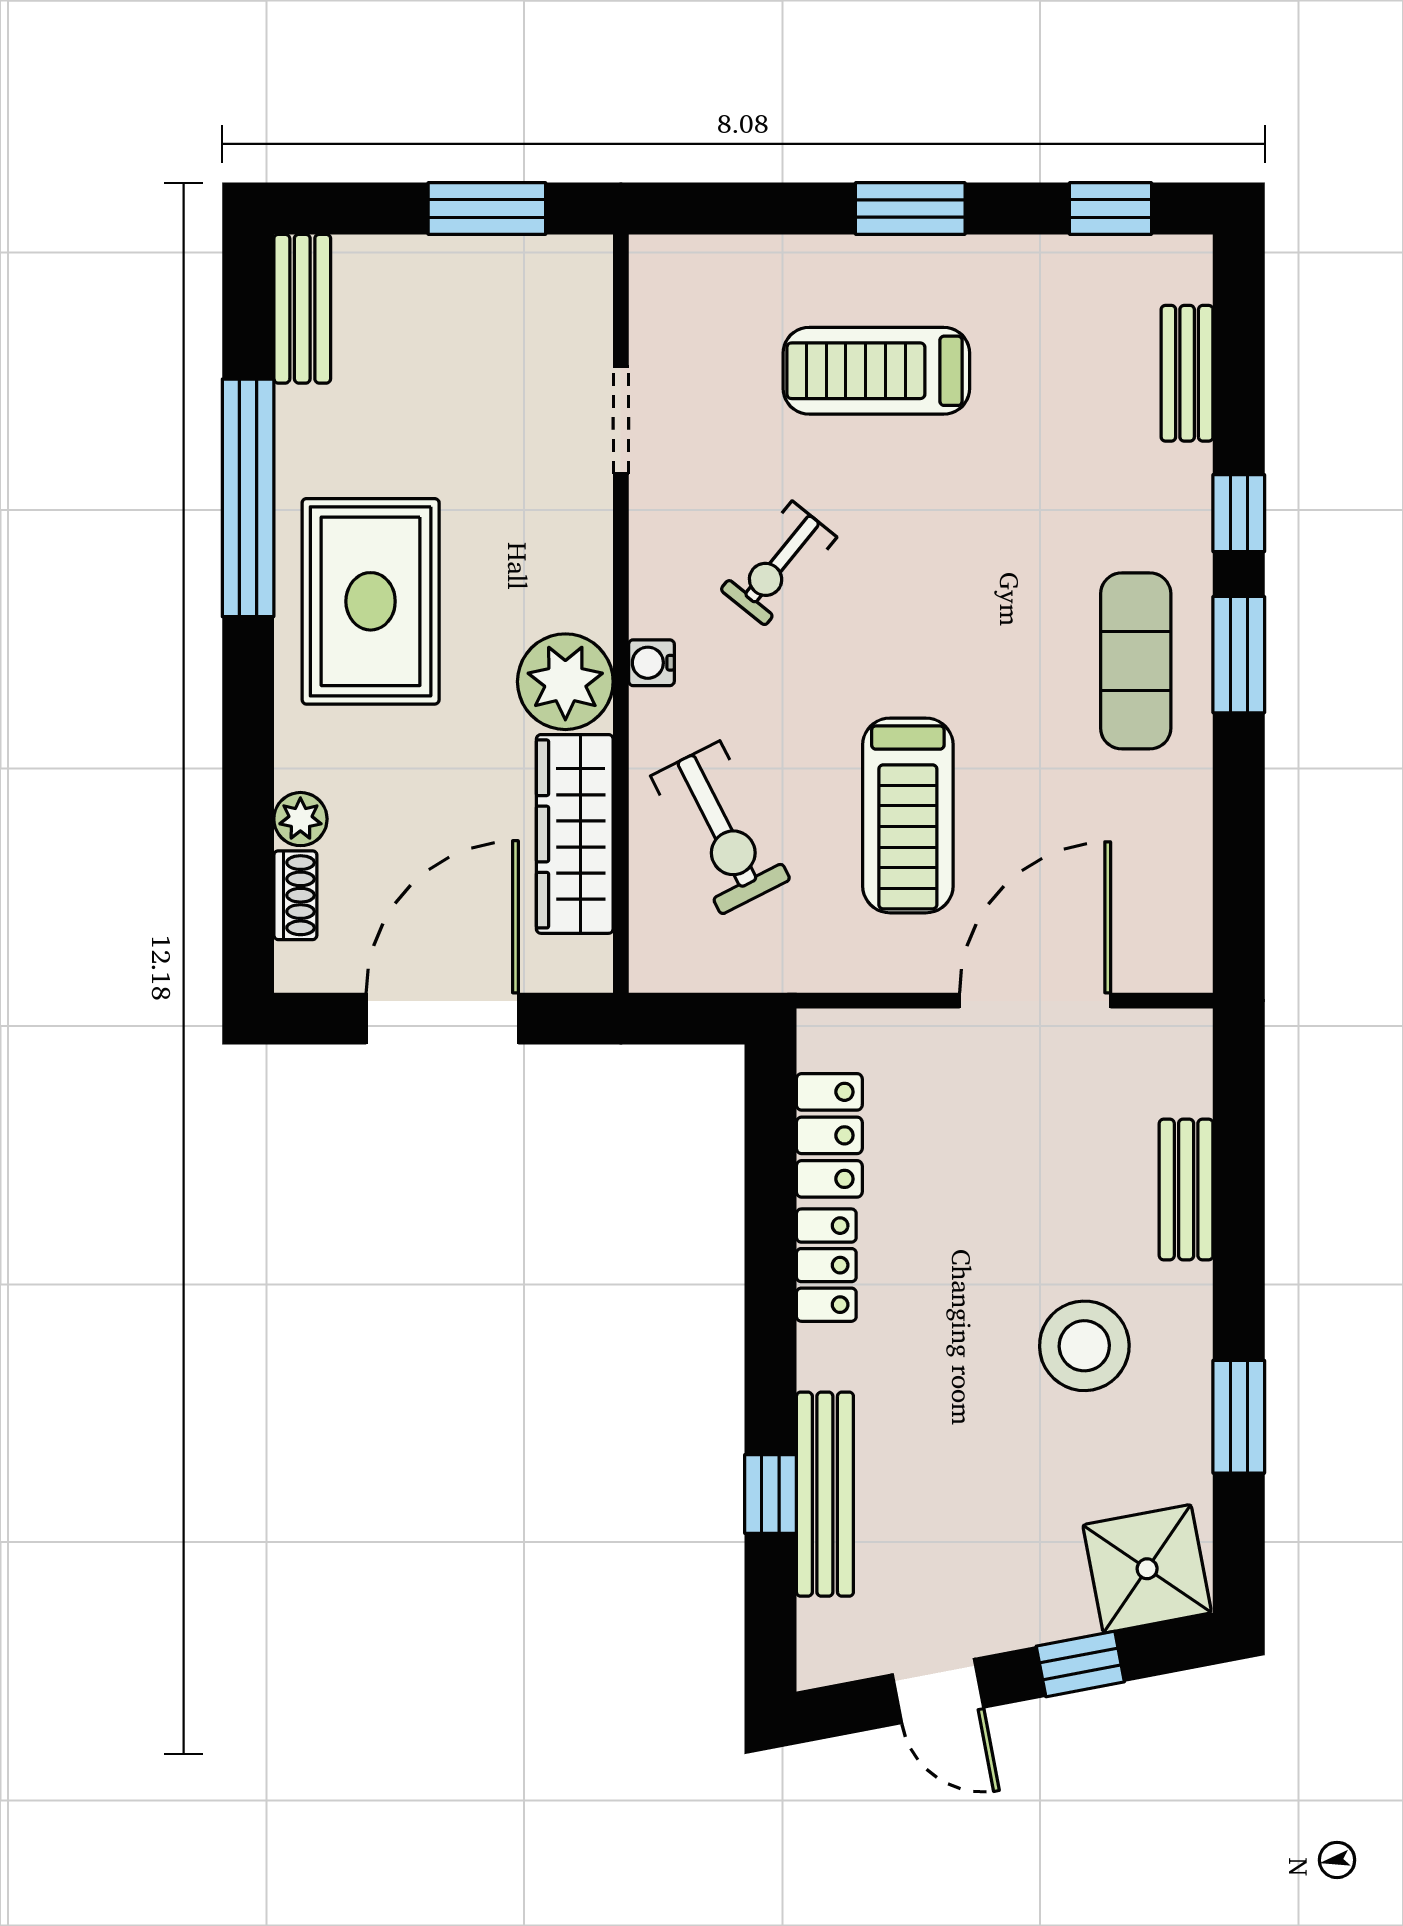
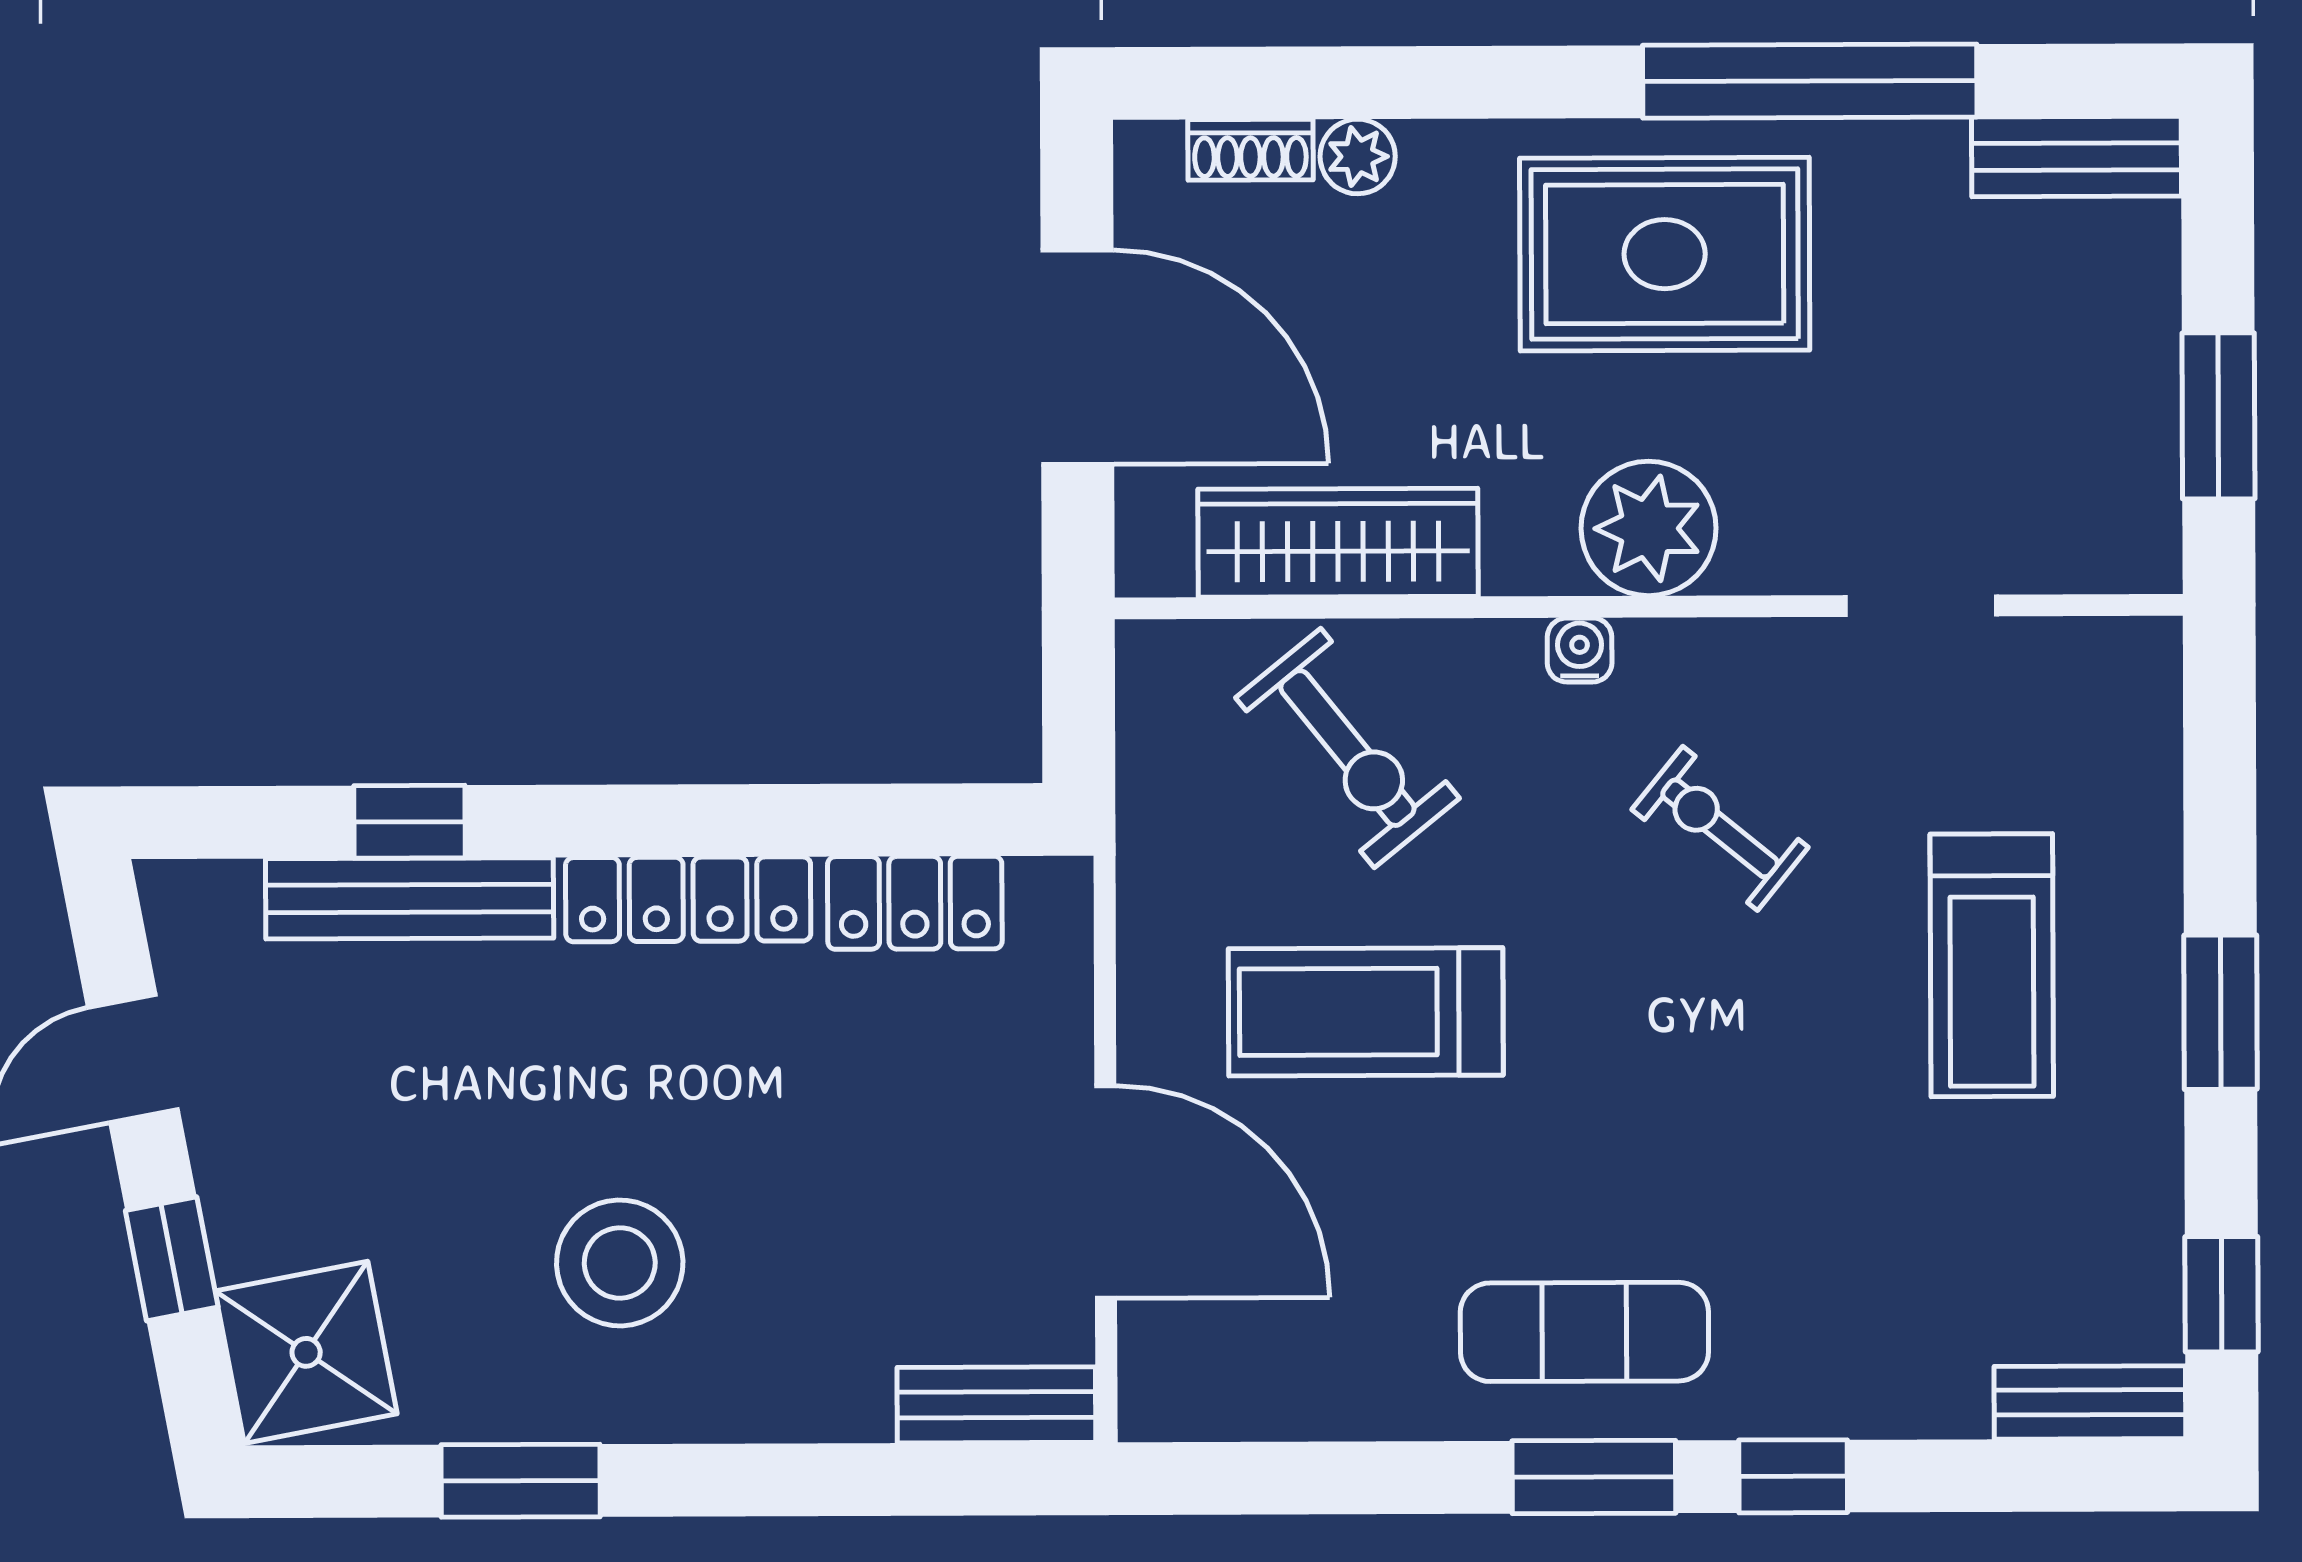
treadmill: (876, 371) -> (1992, 965), turned 180
bench: (1187, 373) -> (2090, 1402), moved
plant: (565, 682) -> (1649, 528), moved
exercise bike: (720, 828) -> (1347, 748), turned -102
bench: (1186, 1190) -> (996, 1405), moved
locker: (826, 1265) -> (688, 899), width x1.53

